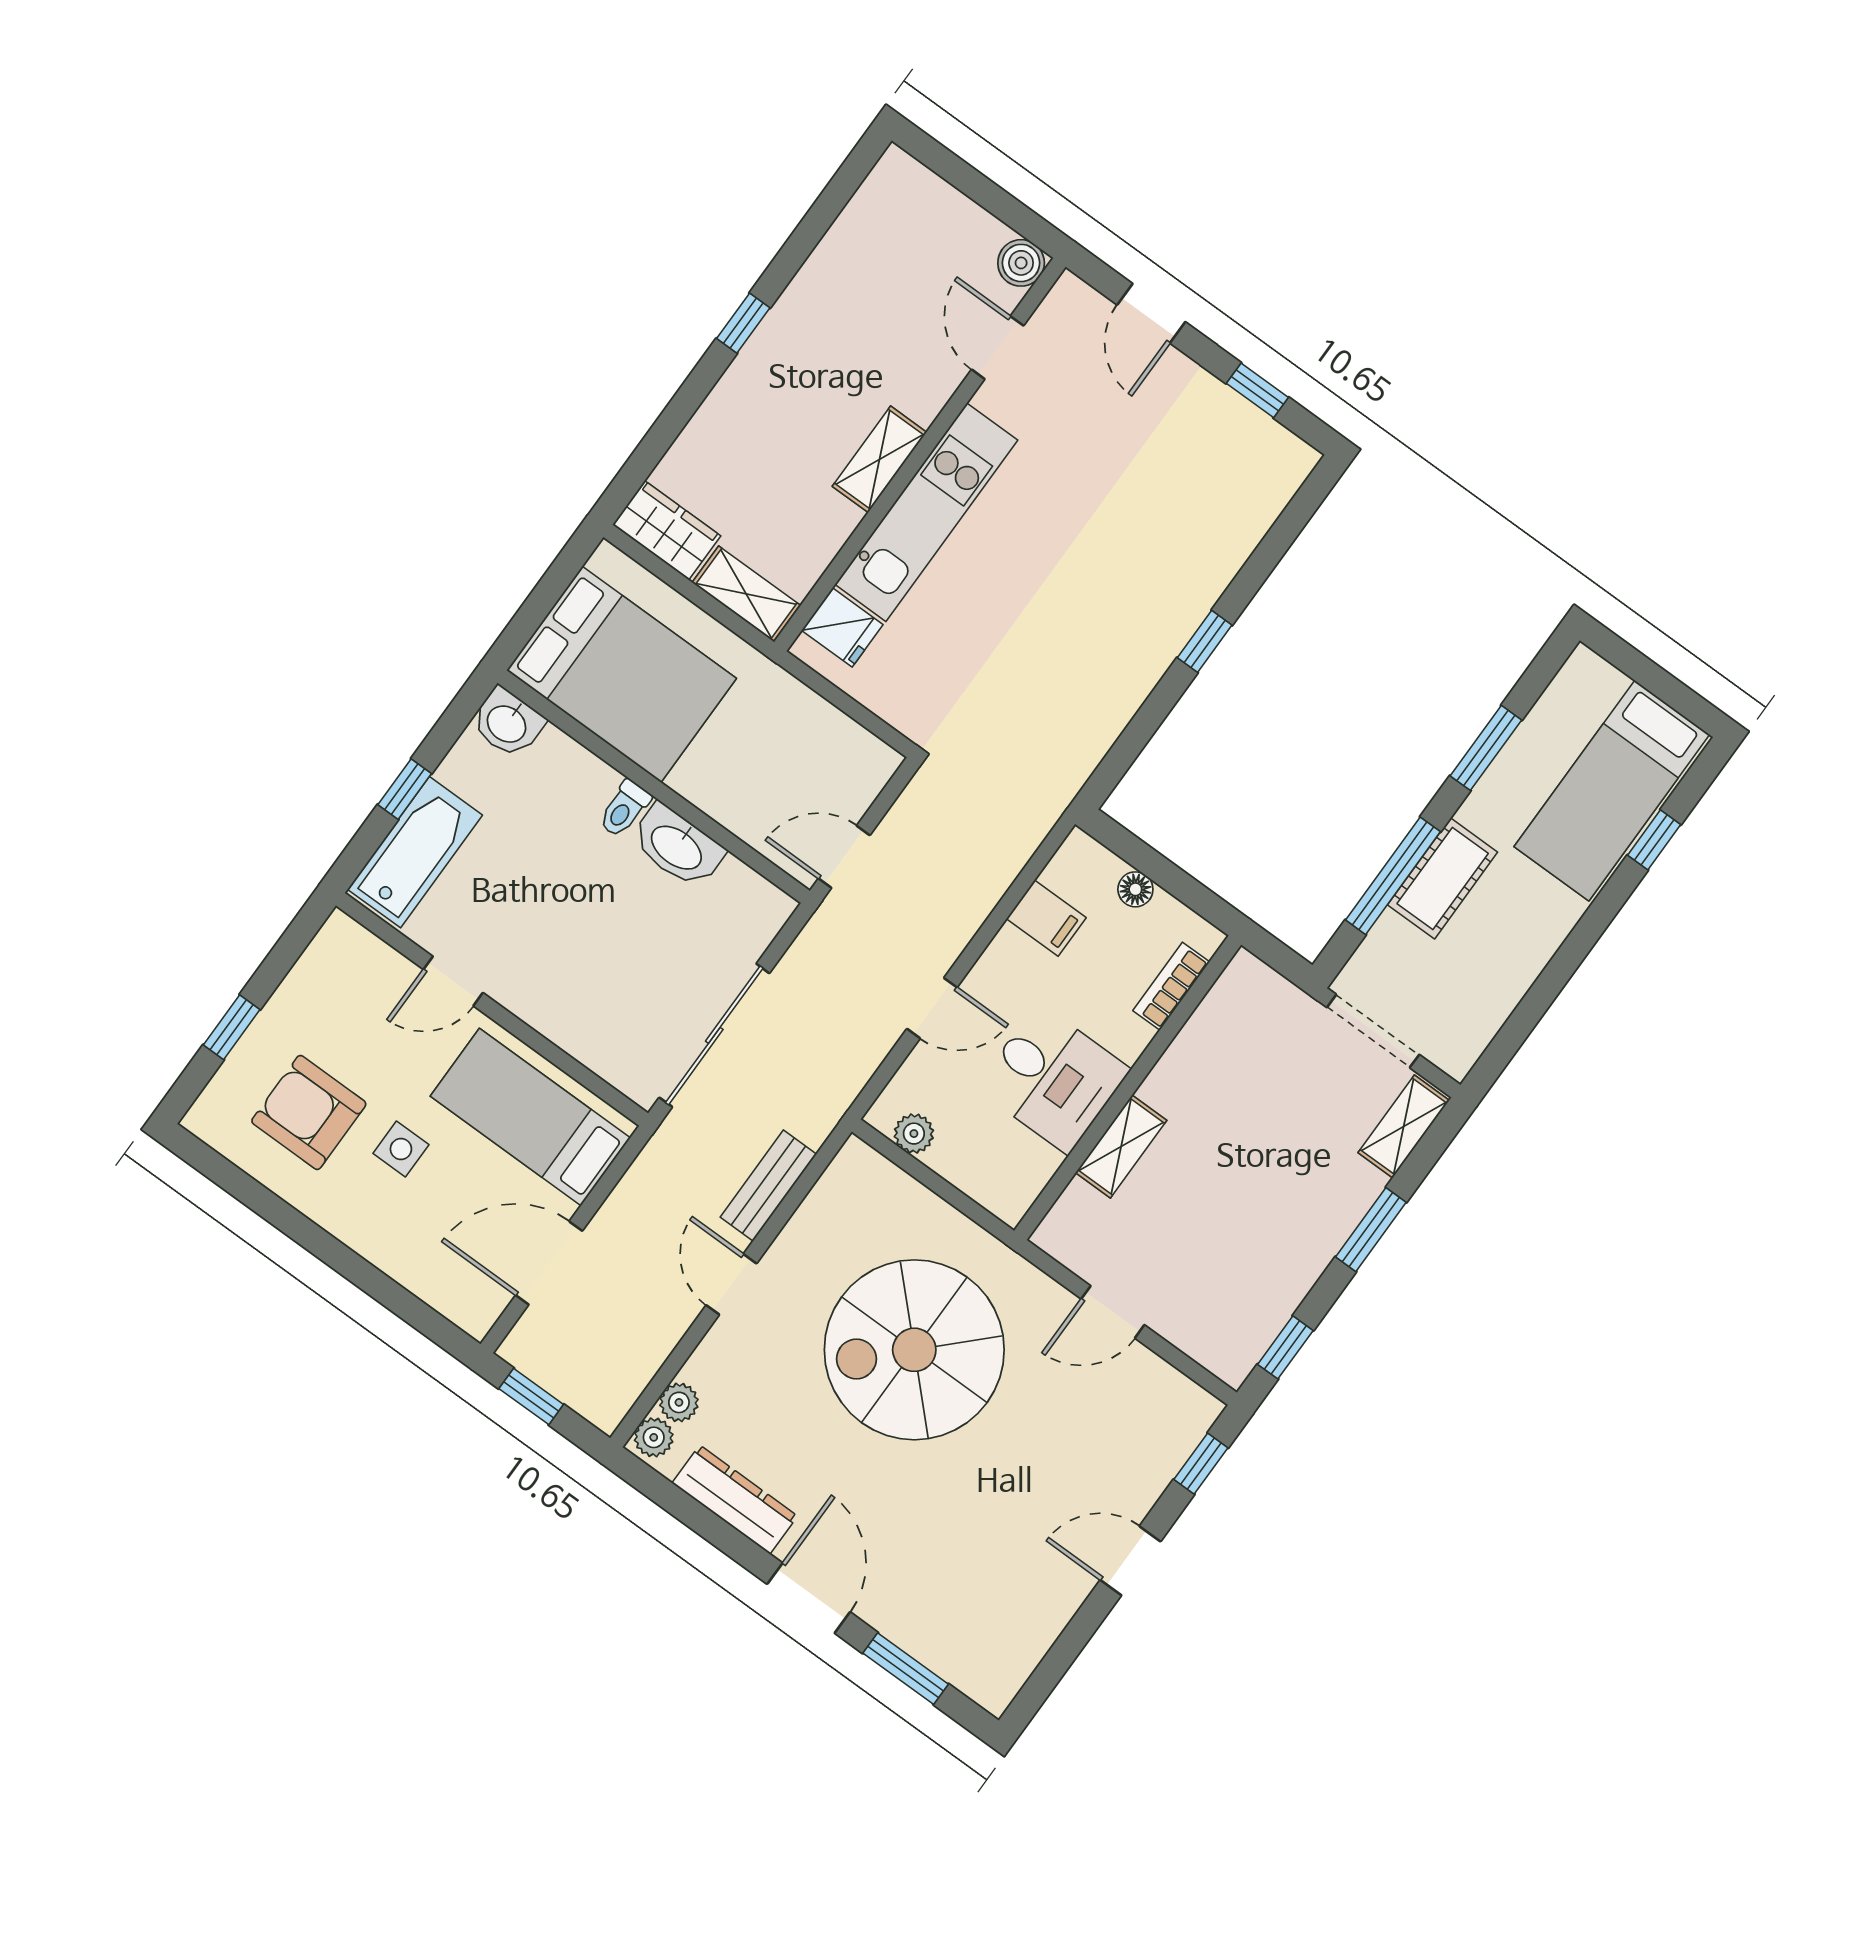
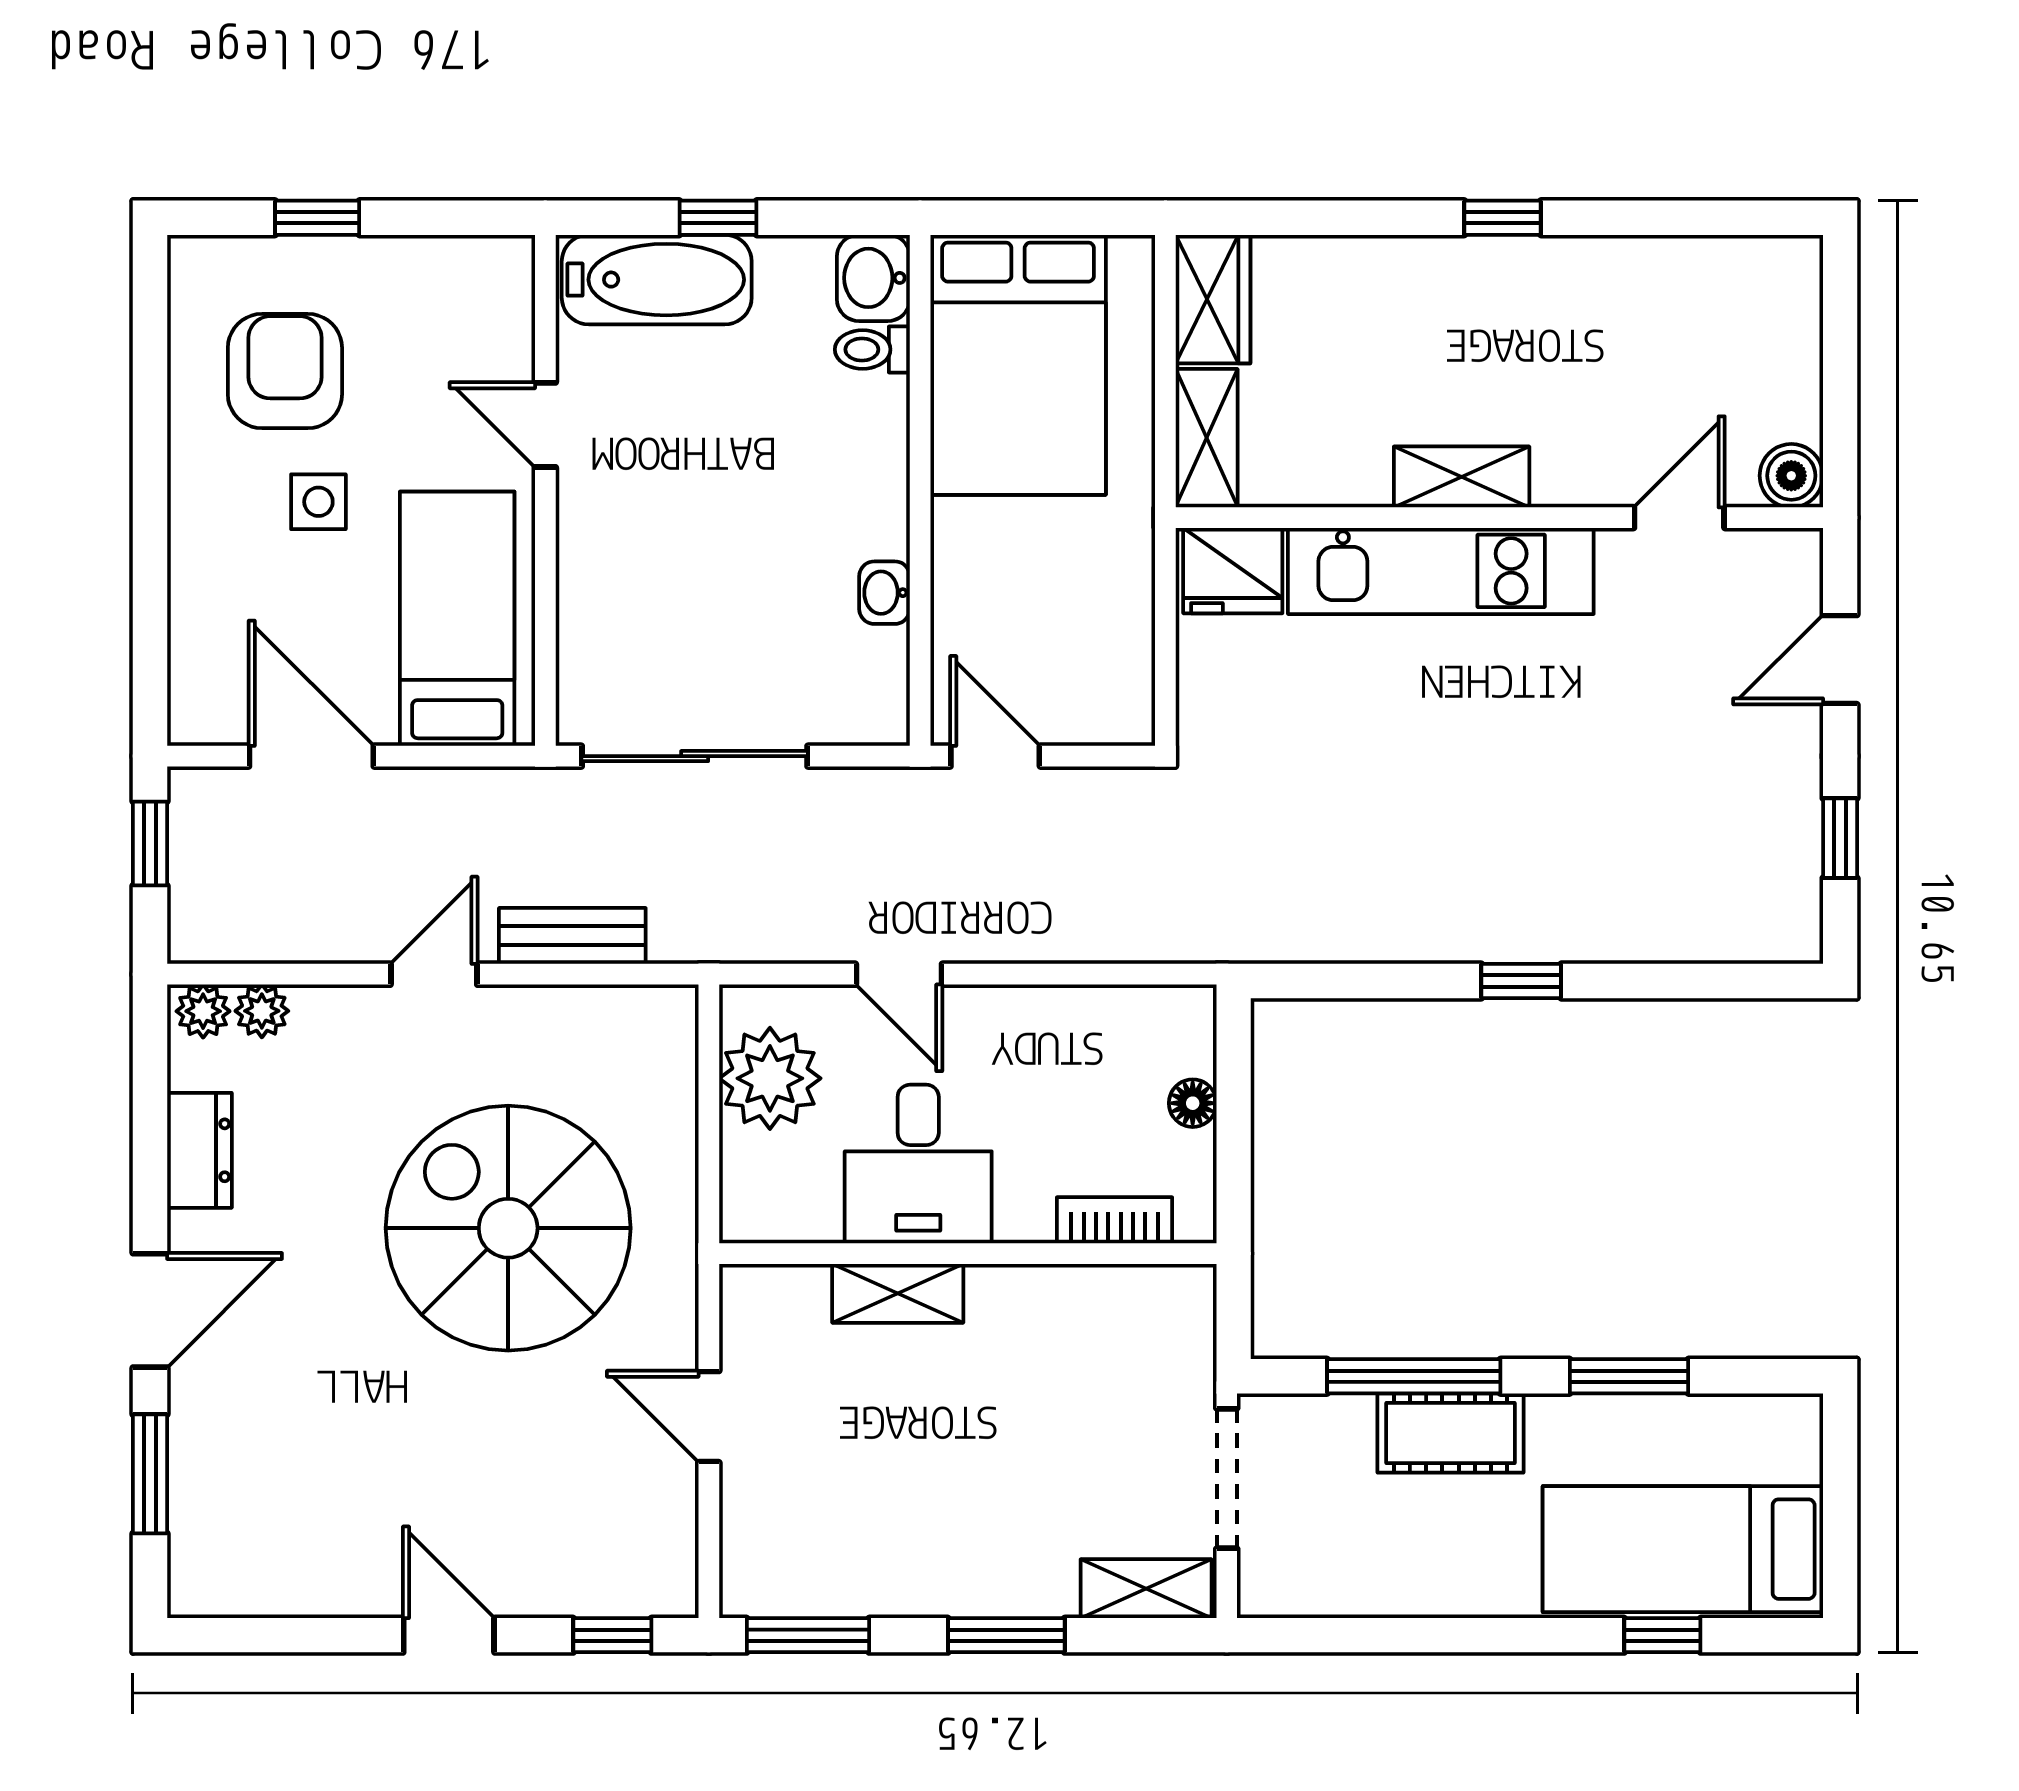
fridge: (842, 627) -> (1233, 571), width x1.38
toilet: (624, 809) -> (872, 349), moved
washbasin: (677, 846) -> (885, 593), width x0.52, depth x0.69
filing cabinet: (1046, 918) -> (1089, 1028), removed
plant: (914, 1134) -> (770, 1078), width x1.87, depth x1.87
window: (1285, 1347) -> (808, 1635), width x1.50
dresser: (735, 1500) -> (199, 1150), width x0.70

